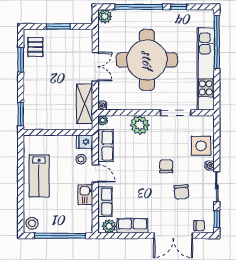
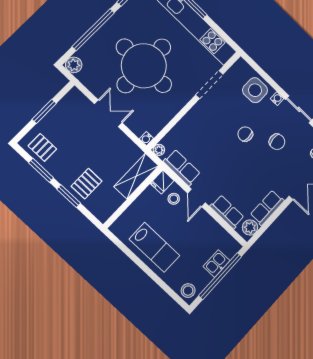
pallet: (39, 95) -> (87, 184), added
shelving: (85, 104) -> (136, 176), moved, turned 90
window: (21, 114) -> (69, 196), moved
plant: (140, 125) -> (192, 123), removed
door: (95, 173) -> (197, 198), swing flipped
kitchen sink: (85, 195) -> (217, 264), moved, turned 90

